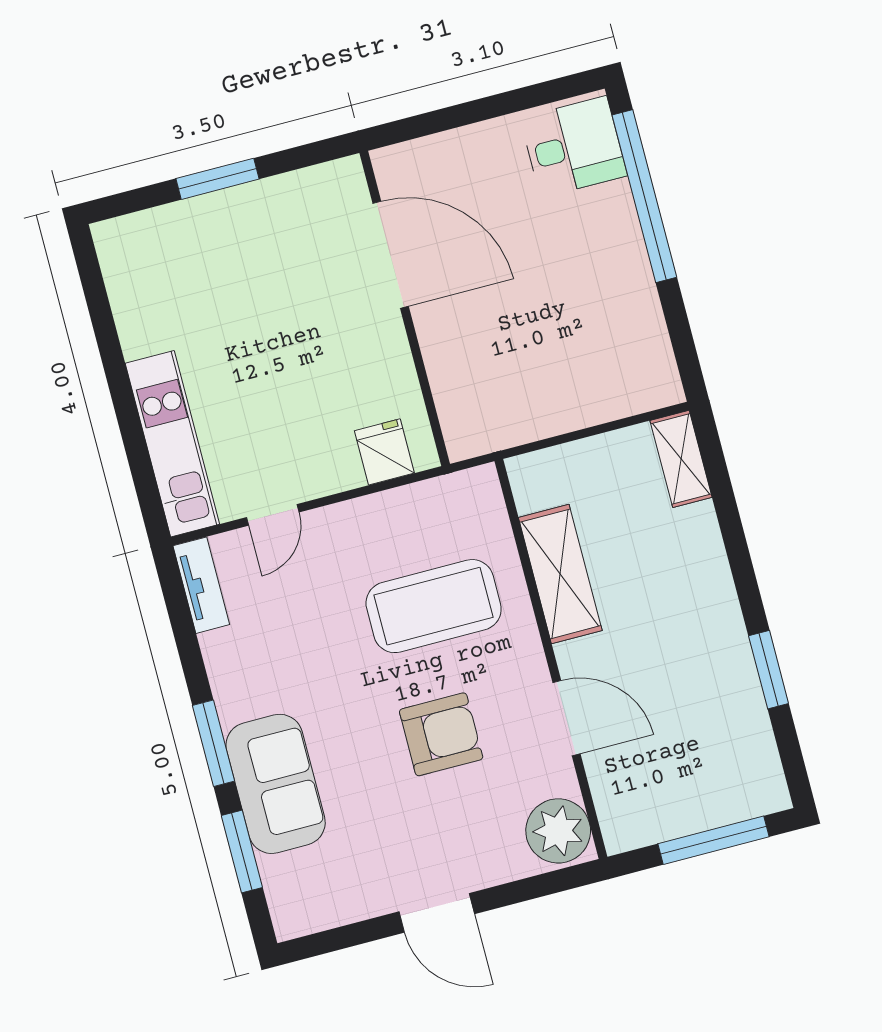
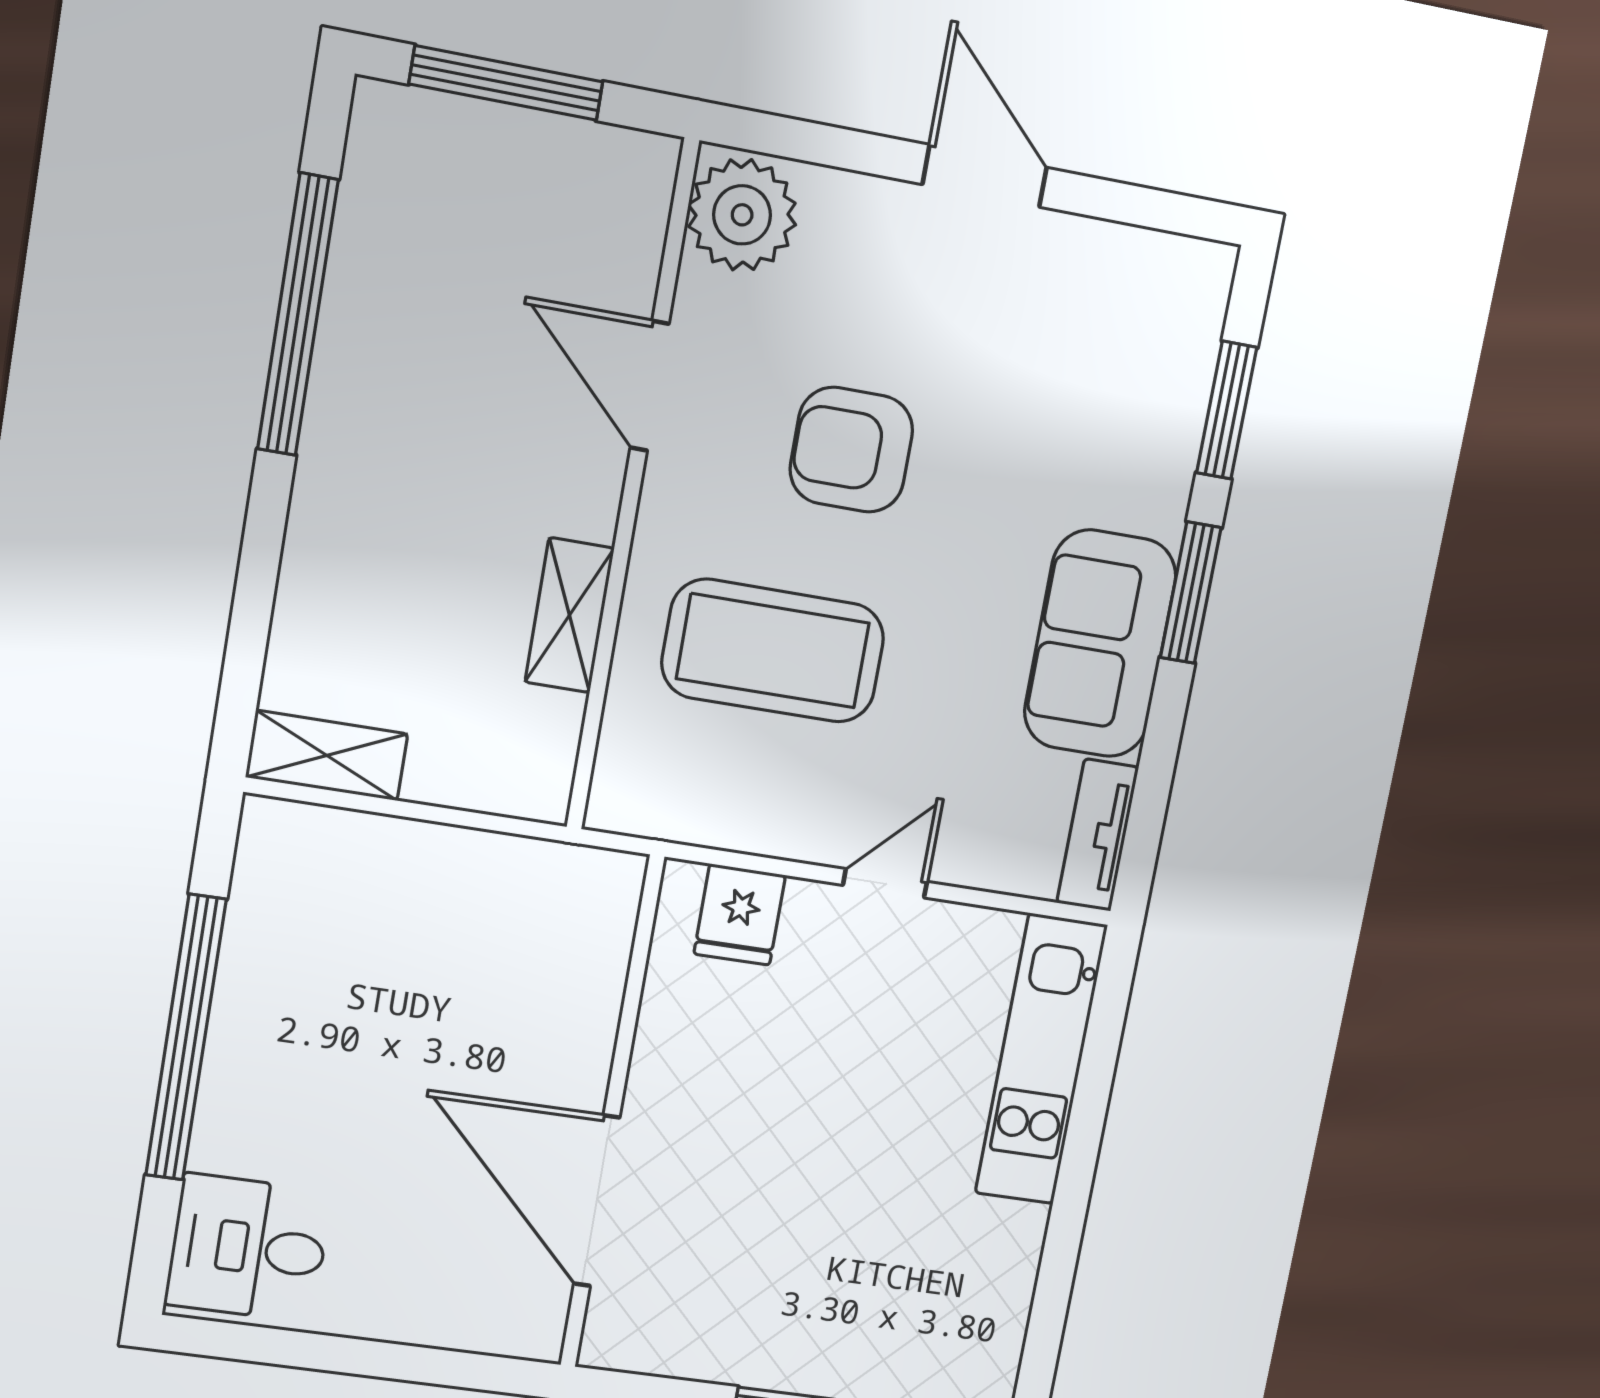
window: (644, 196) -> (186, 1038), moved
shelving: (681, 459) -> (327, 756), moved, turned 90
door: (273, 515) -> (885, 883), moved
shelving: (560, 574) -> (569, 615), width x0.67, depth x0.75
window: (769, 670) -> (298, 315), width x2.11
sofa: (276, 784) -> (1100, 644), moved

